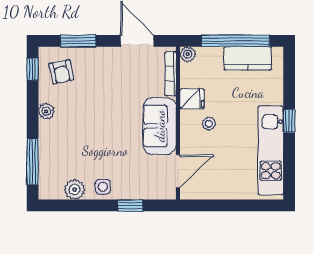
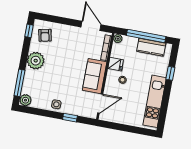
window: (78, 41) -> (58, 20), removed
plant: (46, 111) -> (36, 61), width x1.87, depth x1.87
window: (289, 121) -> (170, 73), moved
plant: (75, 190) -> (25, 100), moved

